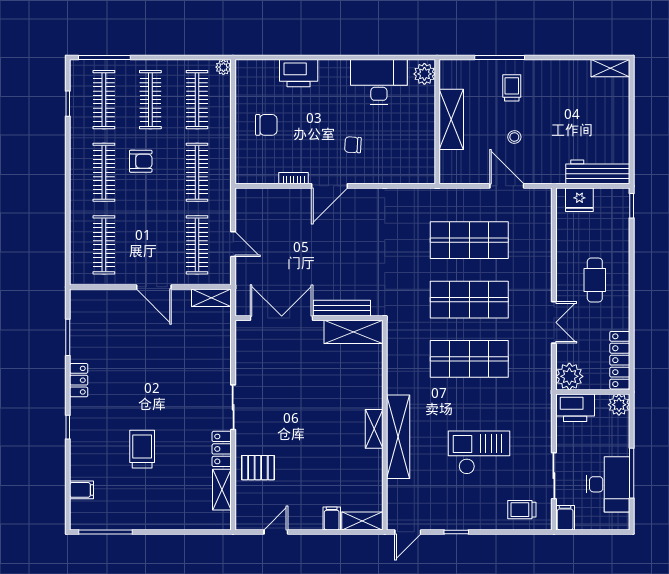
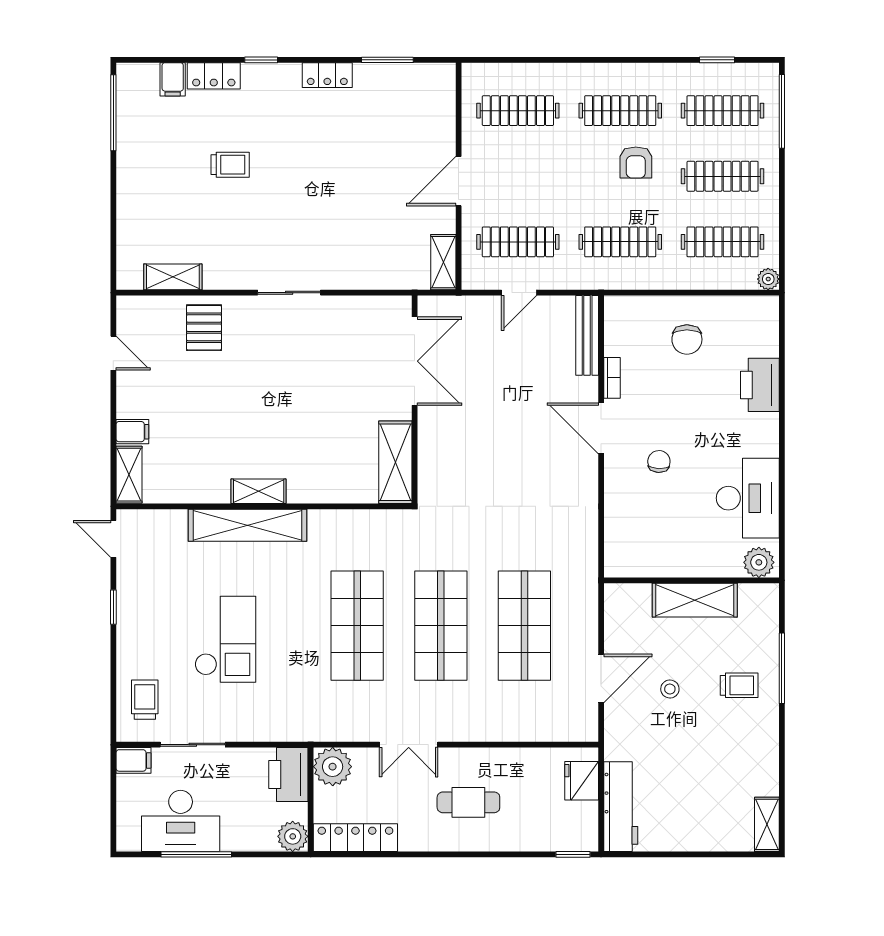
bench: (342, 308) -> (587, 335), moved
trolley: (142, 449) -> (230, 165), width x0.73, depth x0.72
locker: (222, 449) -> (214, 76), moved, turned 180

